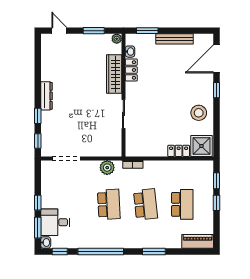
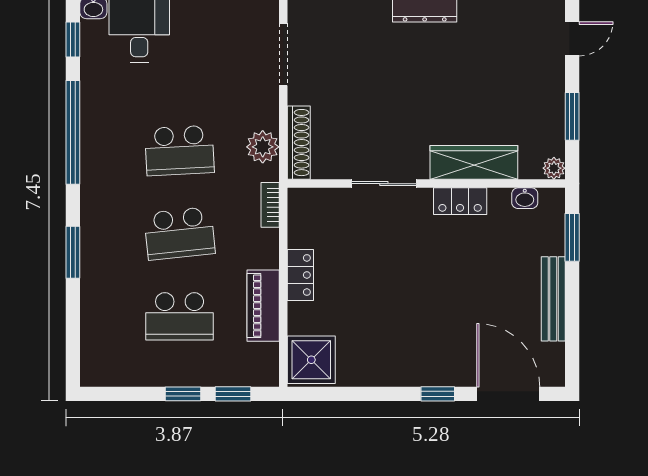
locker: (131, 70) -> (460, 201), moved
stool: (199, 113) -> (386, 353), removed
locker: (179, 151) -> (300, 275), moved
shoe rack: (105, 152) -> (299, 143), added
piano: (198, 241) -> (263, 306), moved, turned 180

